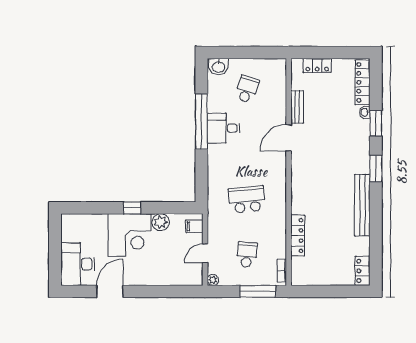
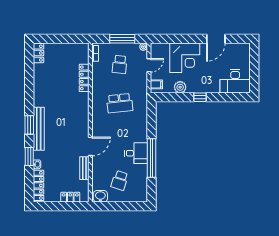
washbasin: (219, 67) -> (100, 196), moved
bench: (362, 205) -> (39, 129), moved
corner desk: (130, 235) -> (185, 58), moved, turned 180
desk: (78, 264) -> (235, 81), moved, turned 90
window: (258, 291) -> (122, 39), moved

